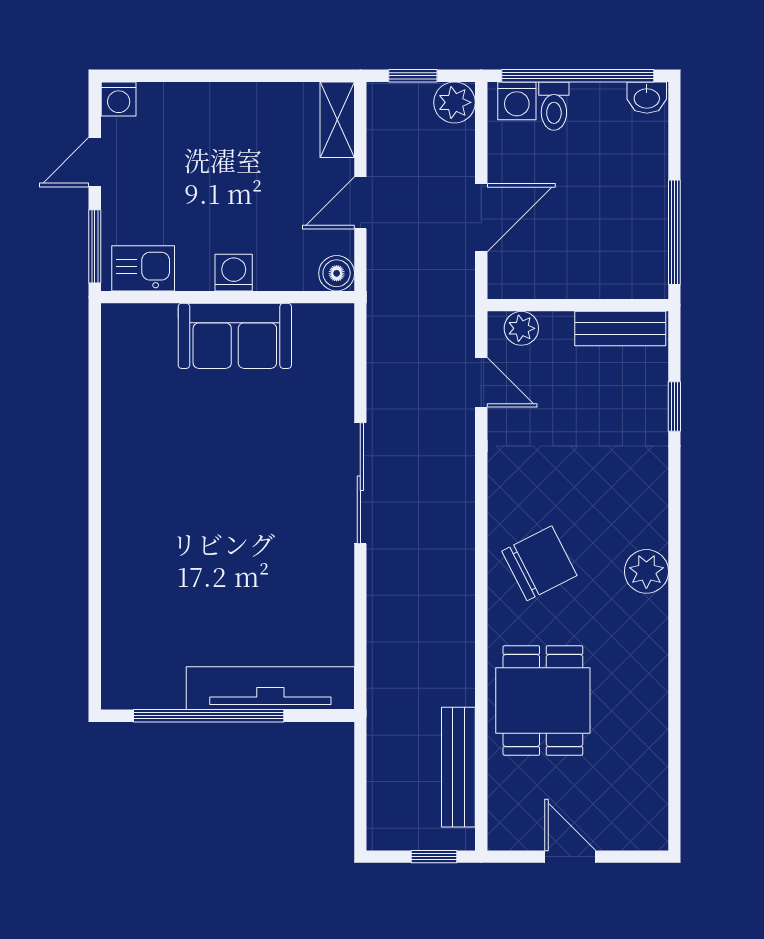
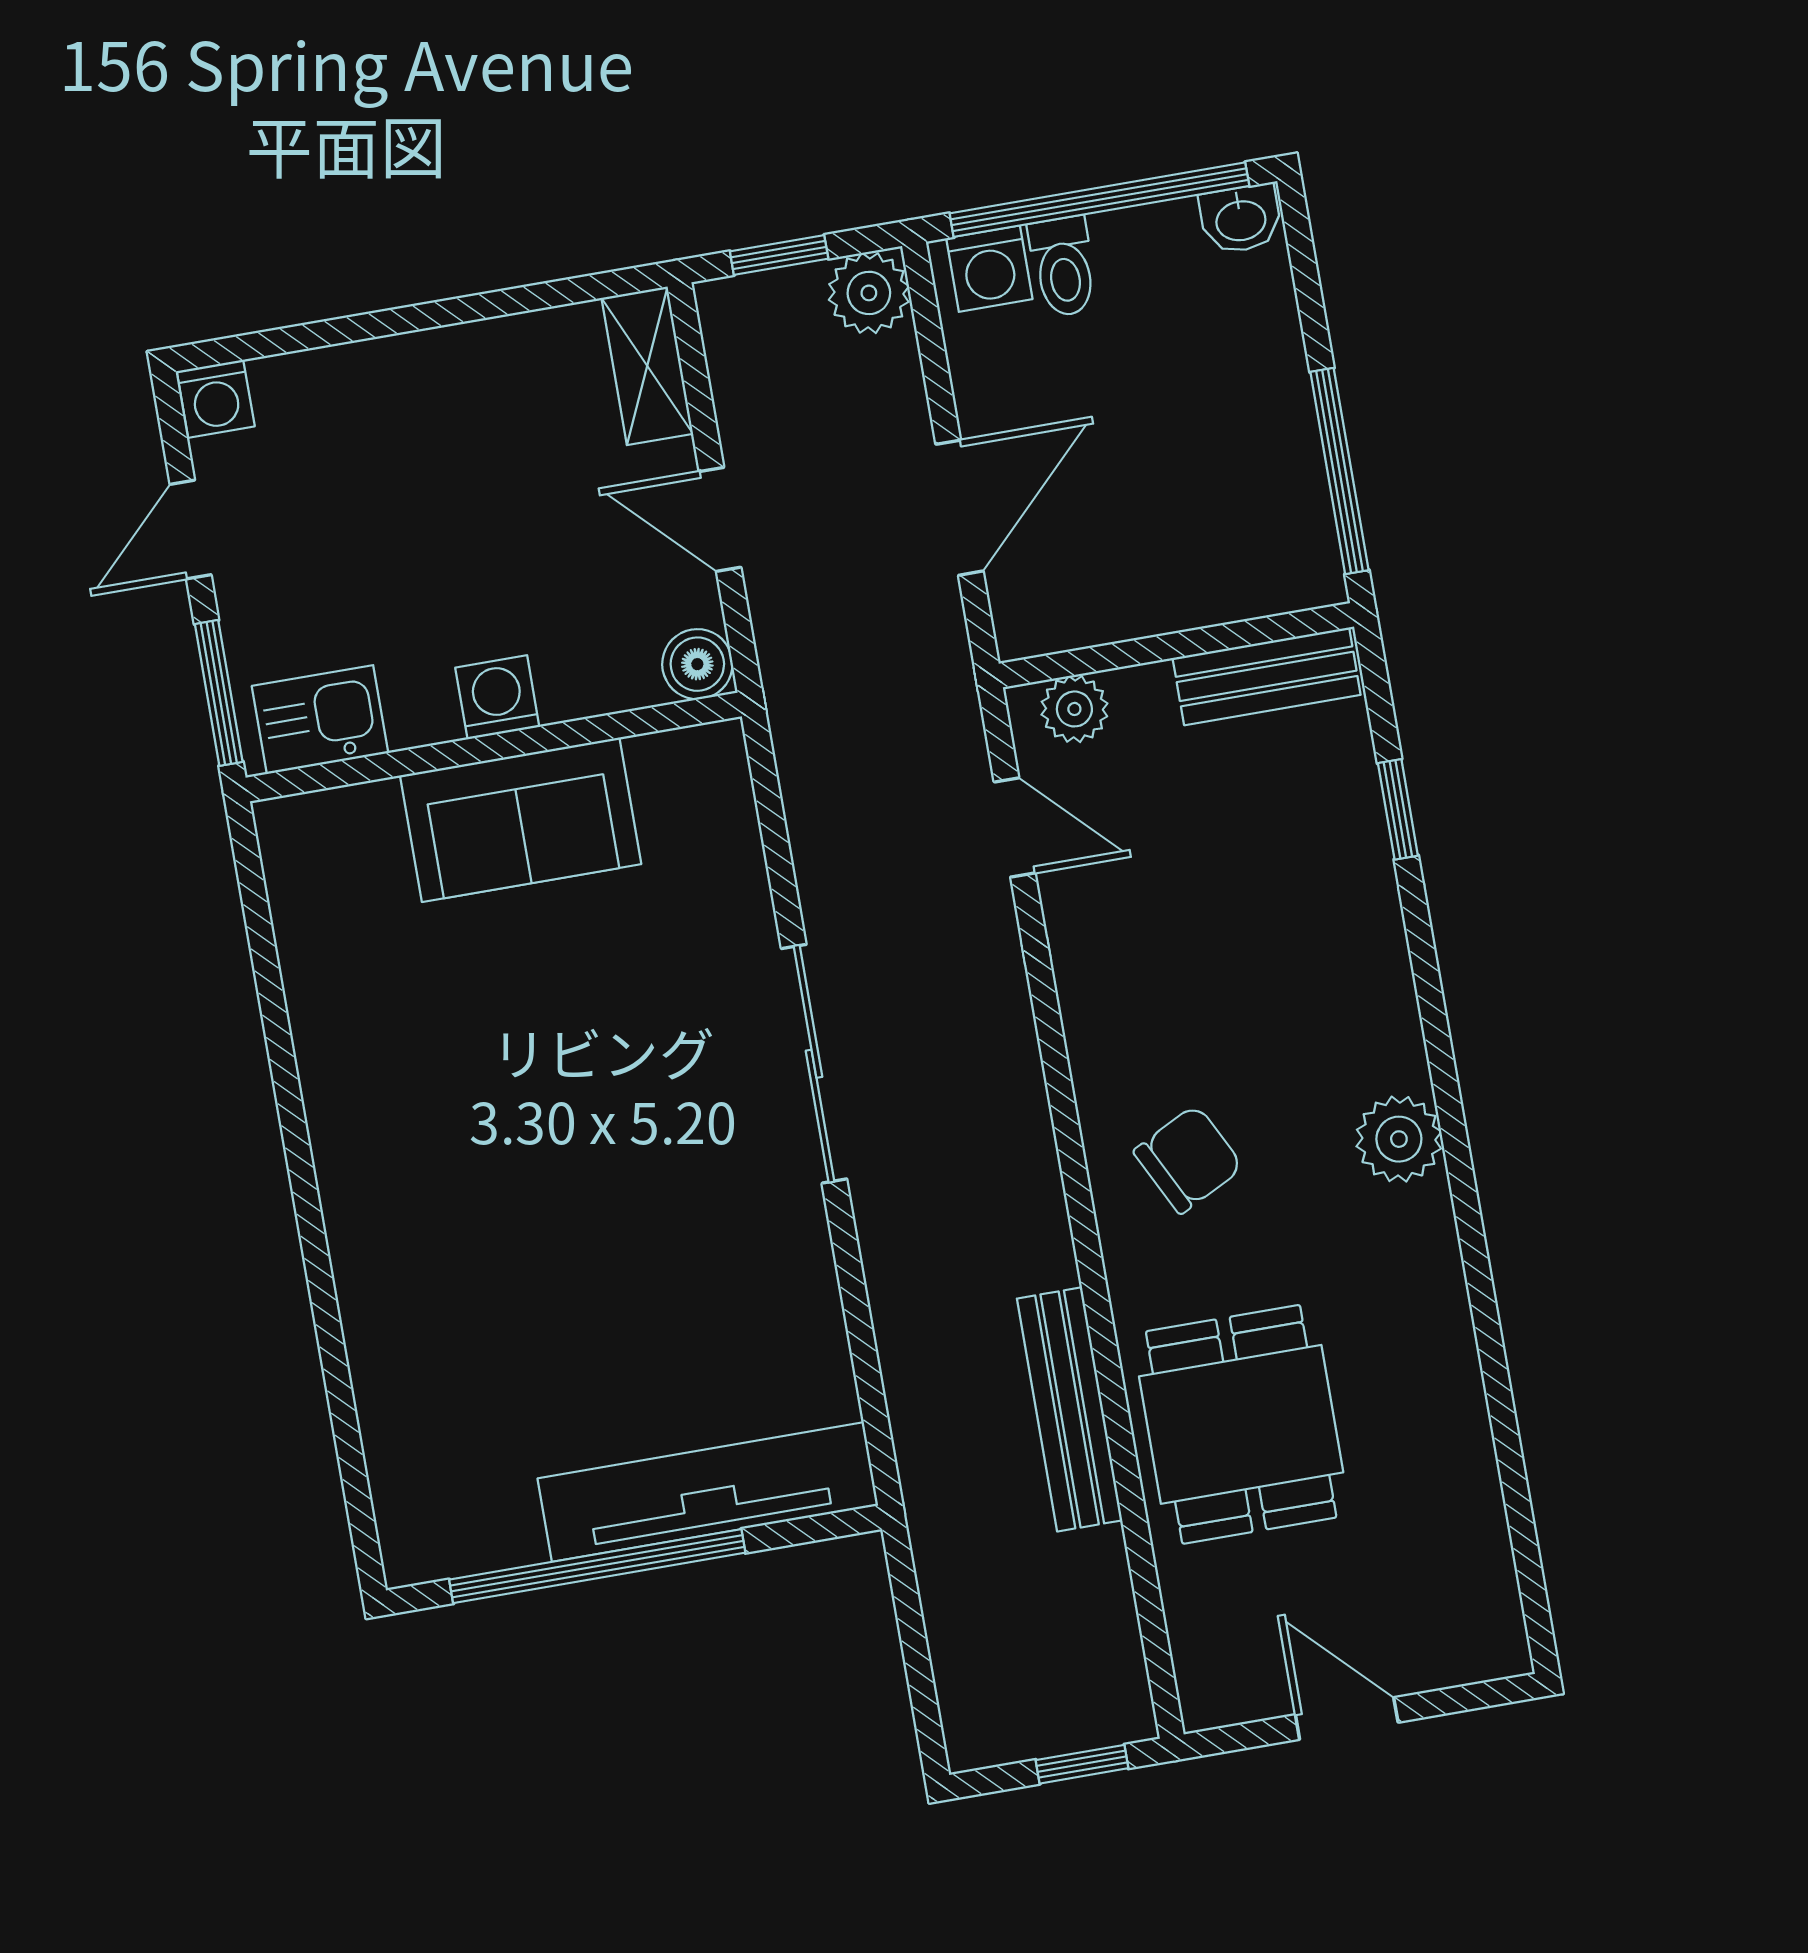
door: (360, 203) -> (720, 519), hinge flipped
chair: (539, 563) -> (1188, 1159), width x0.73, depth x0.73
bench: (458, 767) -> (1070, 1409), moved

